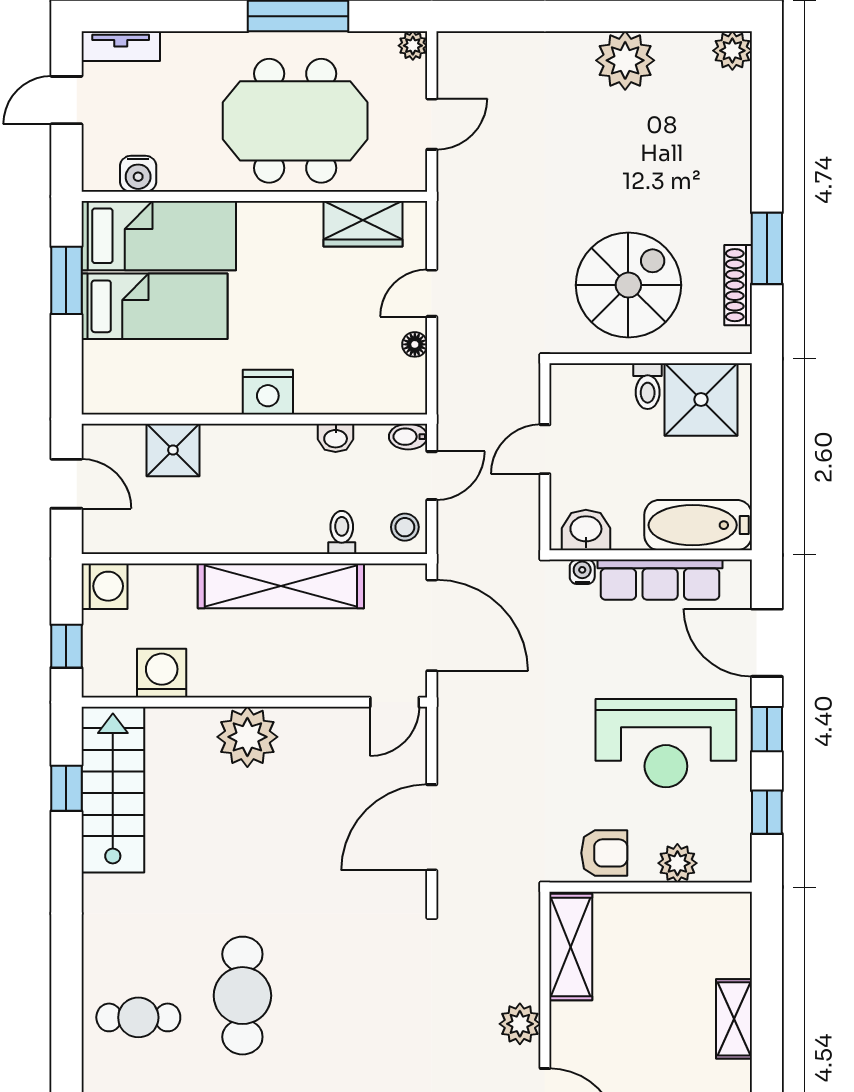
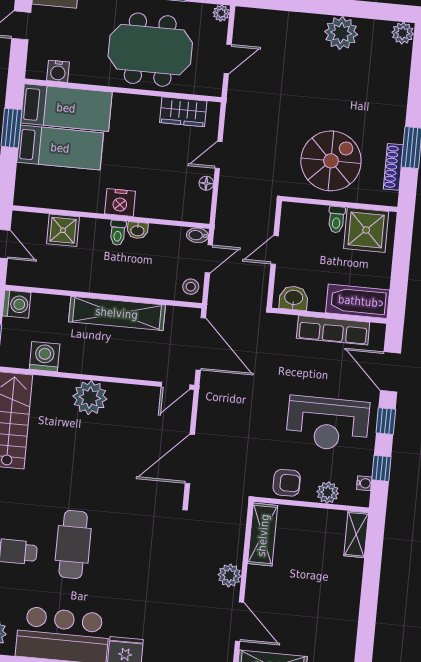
washbasin: (336, 438) -> (137, 230), moved
toilet: (342, 532) -> (118, 233), moved, turned 180
water cooler: (582, 572) -> (364, 483), moved, turned 90
shelving: (734, 1019) -> (356, 534), moved

